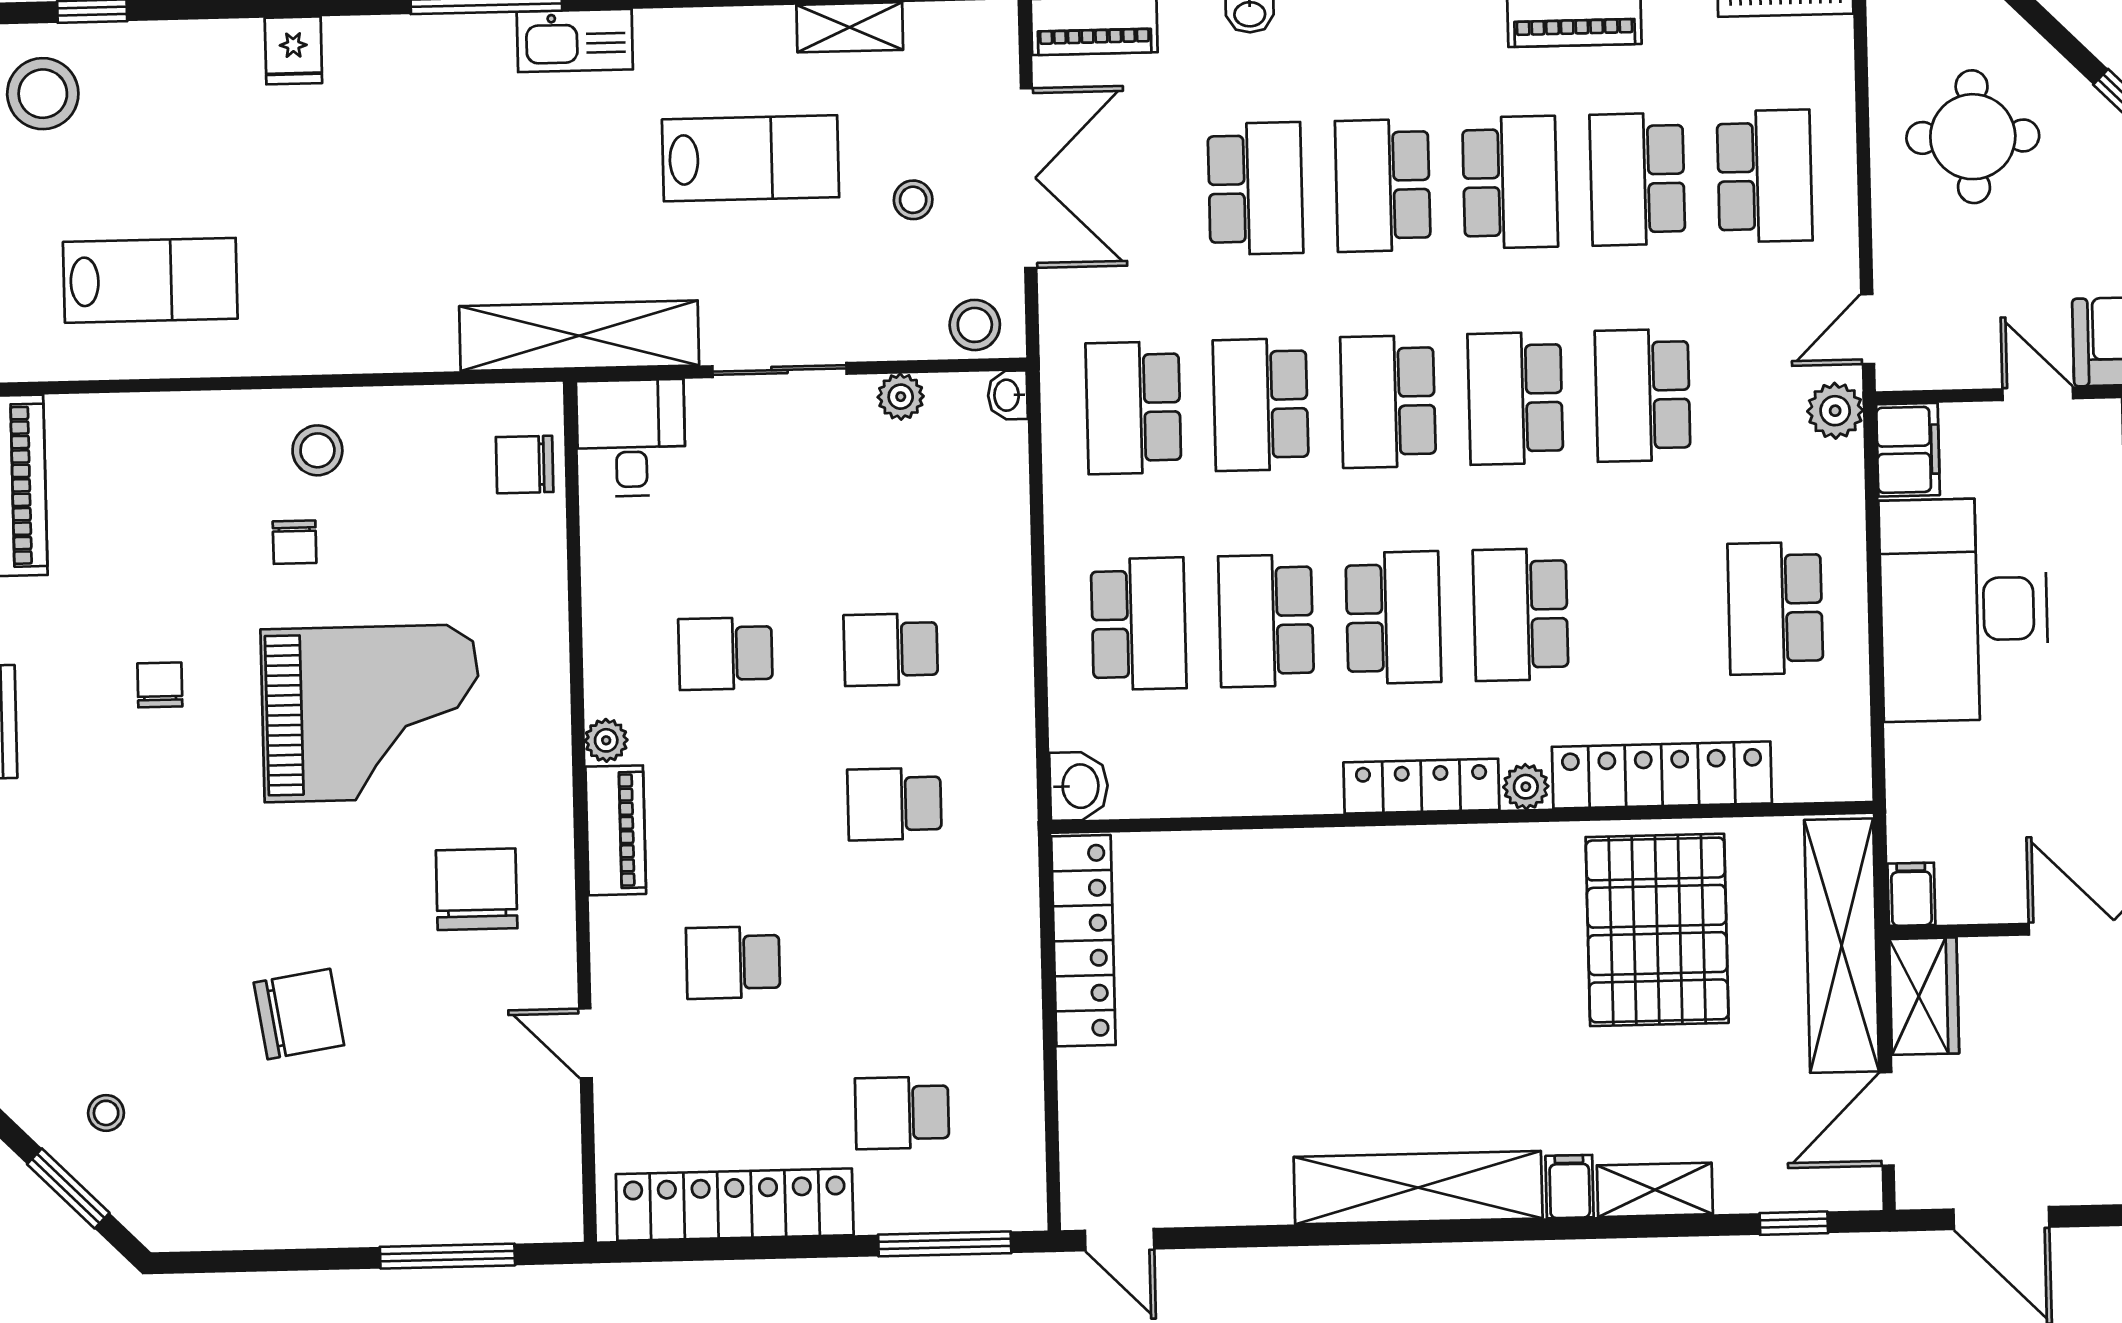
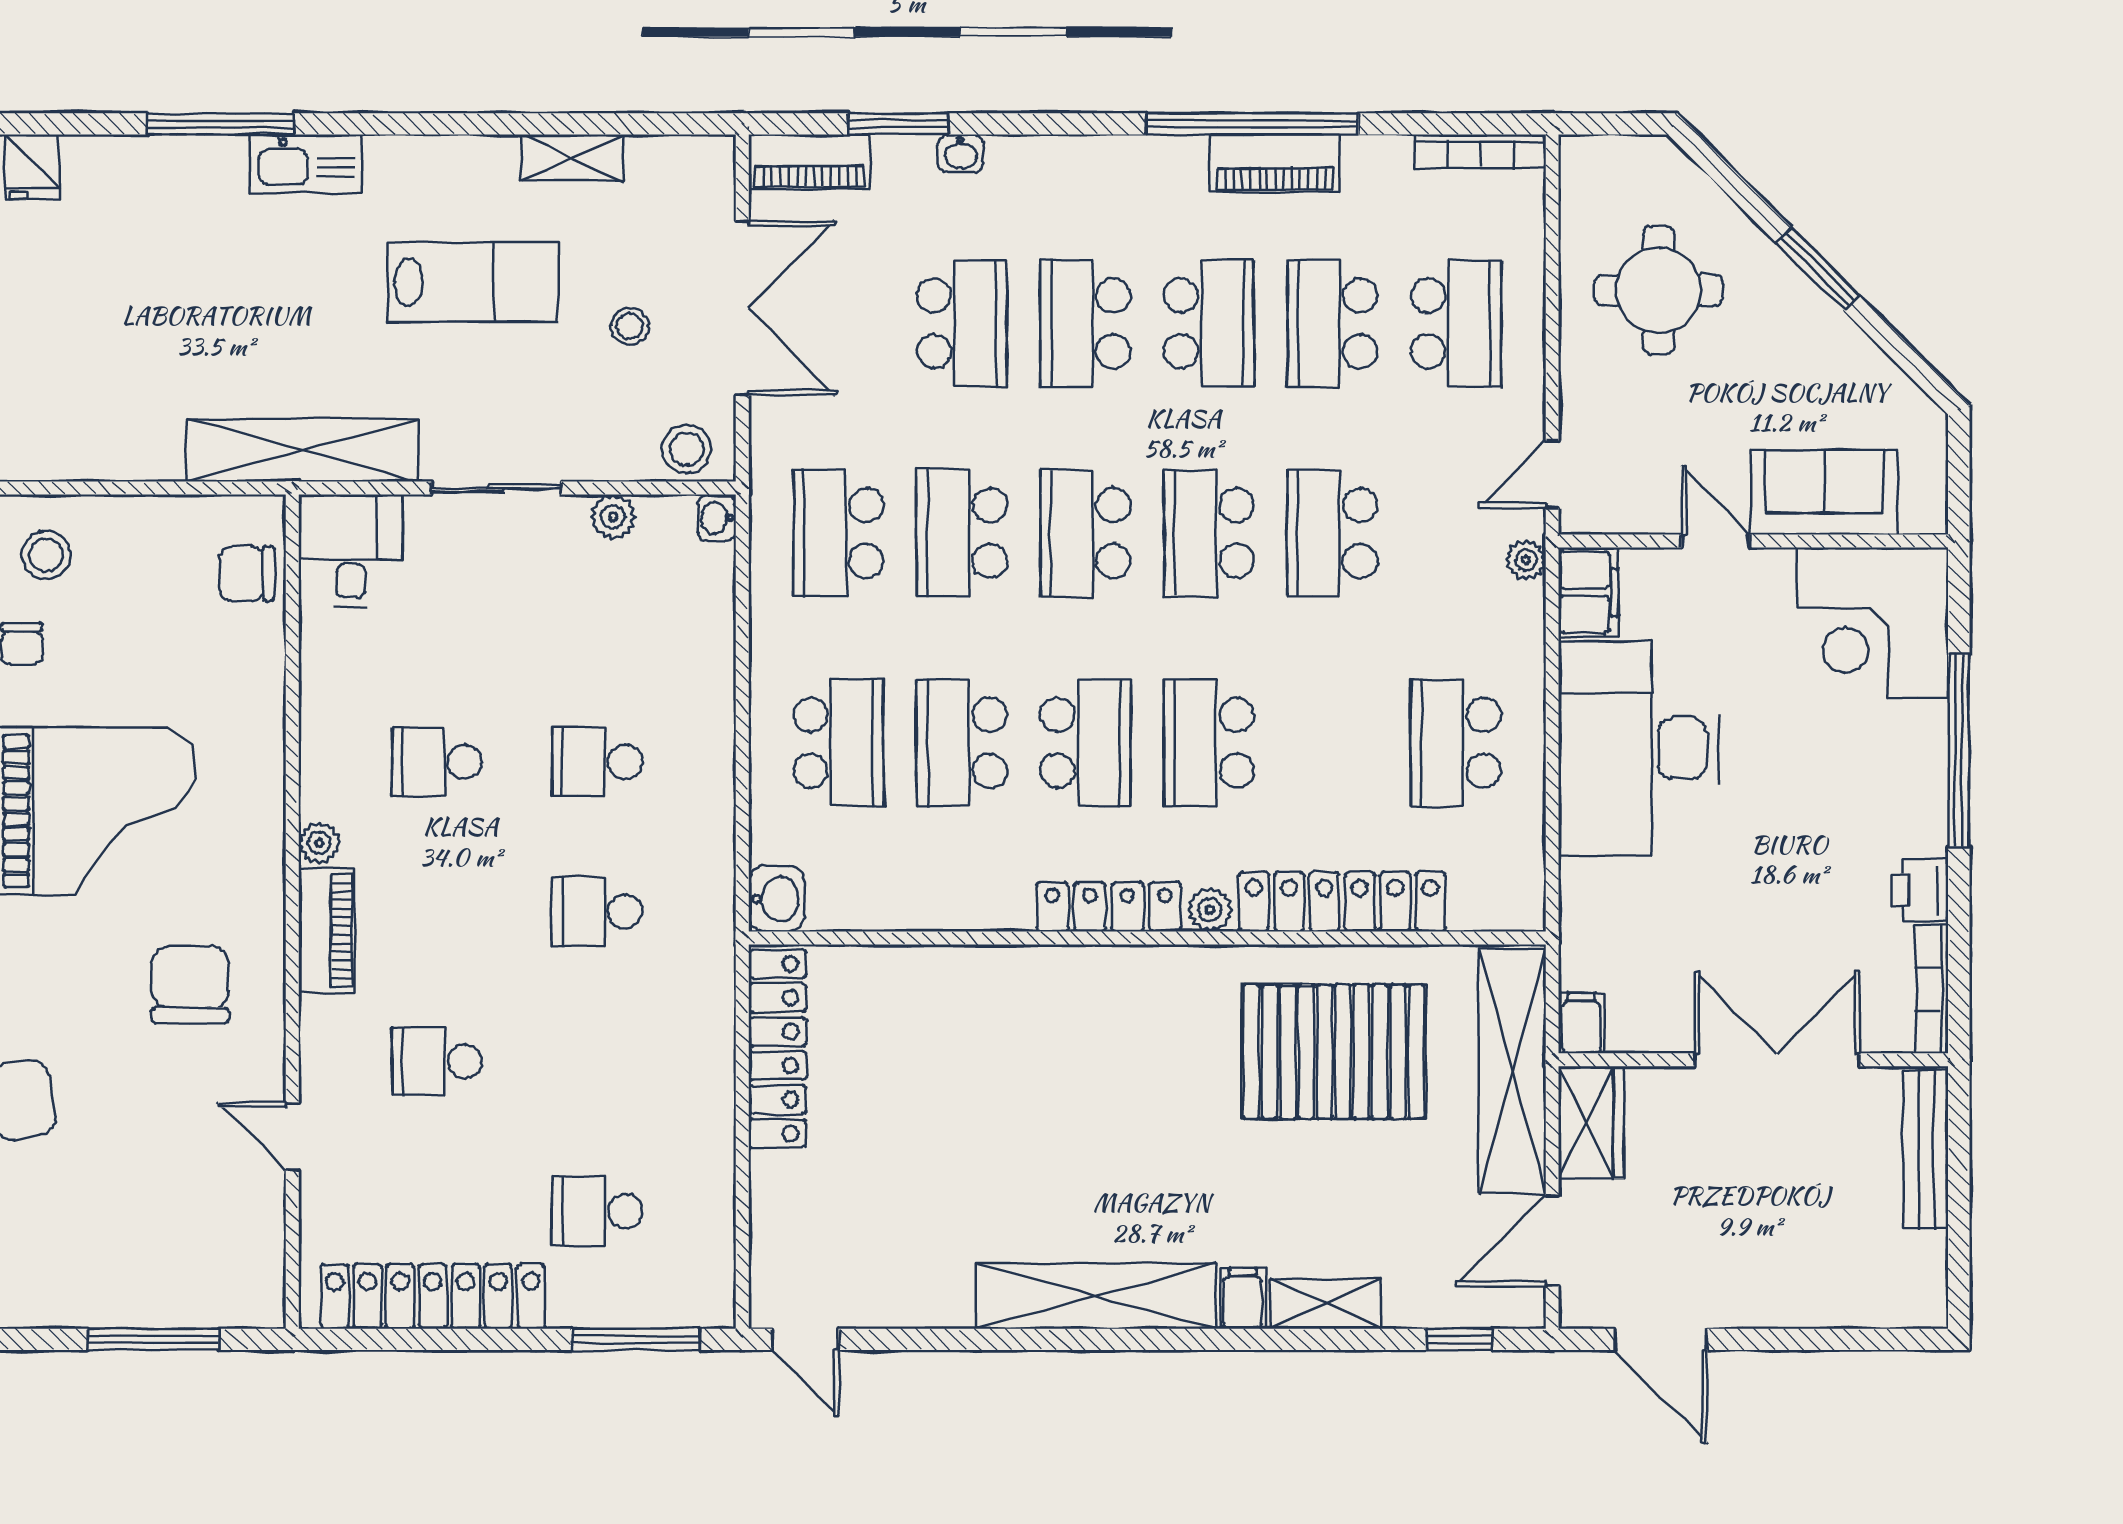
plant: (1835, 411) -> (1526, 560), width x0.73, depth x0.73
pallet: (1657, 930) -> (1334, 1052), turned 90

